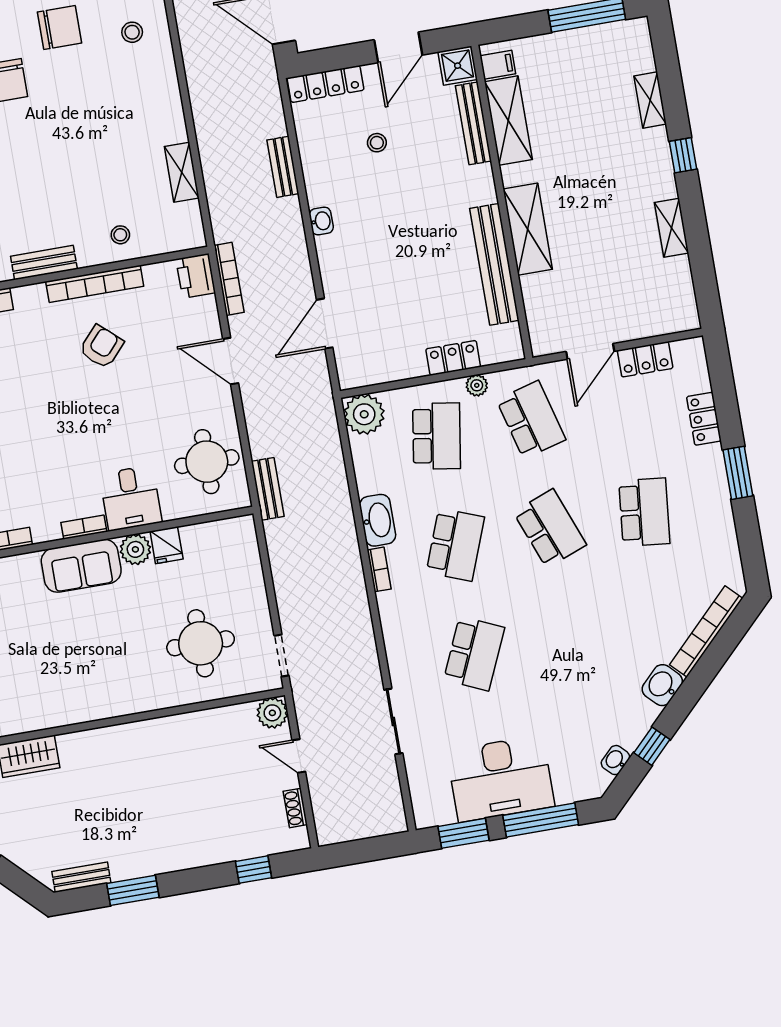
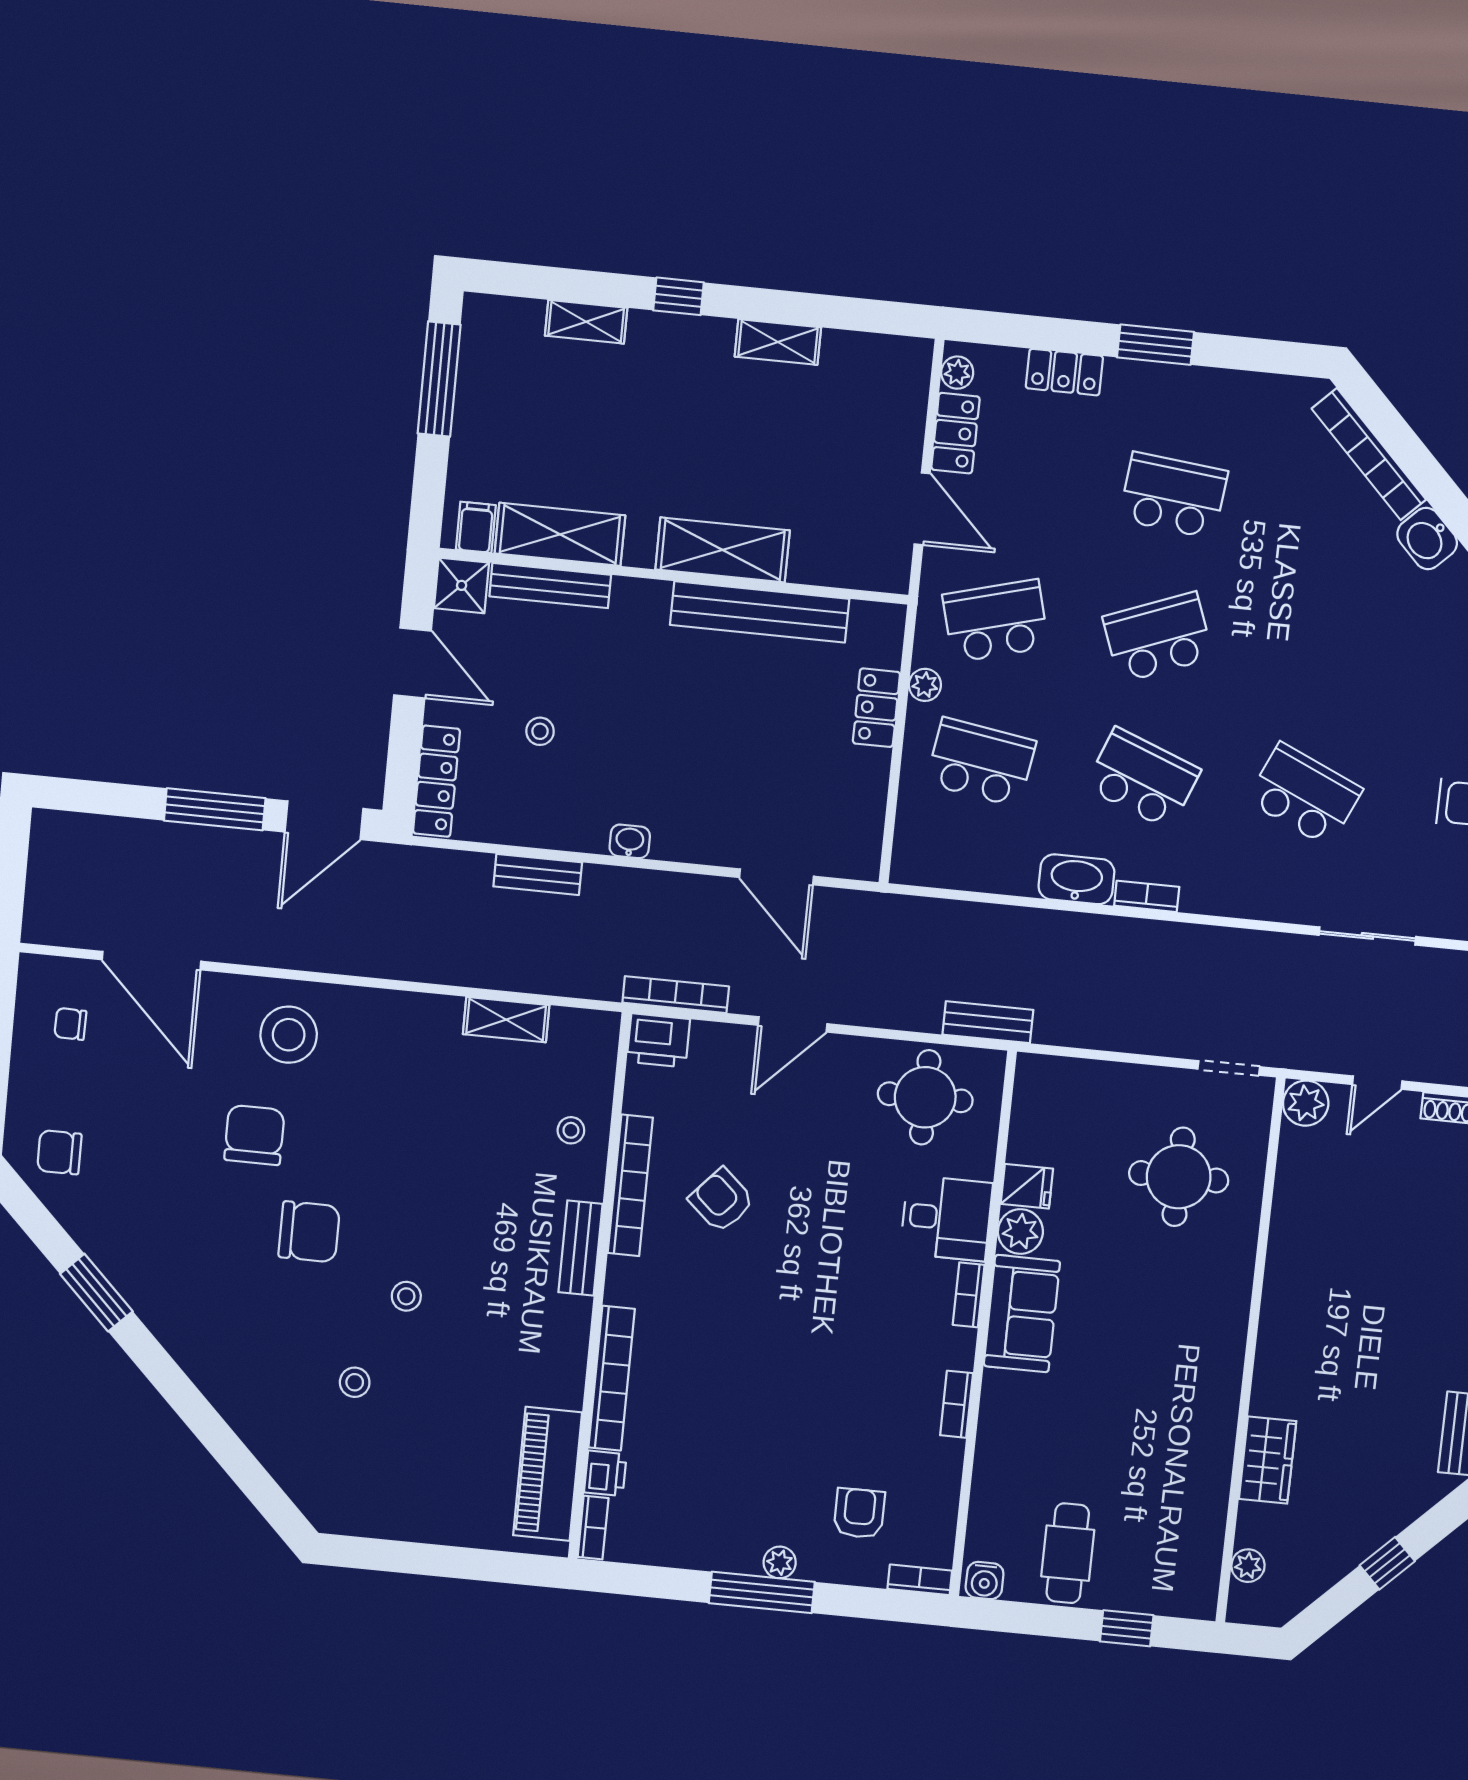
stool: (132, 32) -> (289, 1035), width x1.89, depth x1.89
plant: (364, 414) -> (957, 373), moved, width x0.53, depth x0.53

